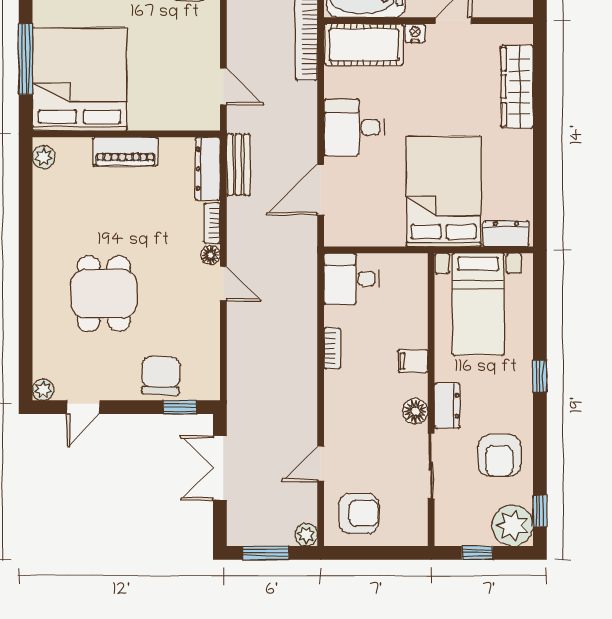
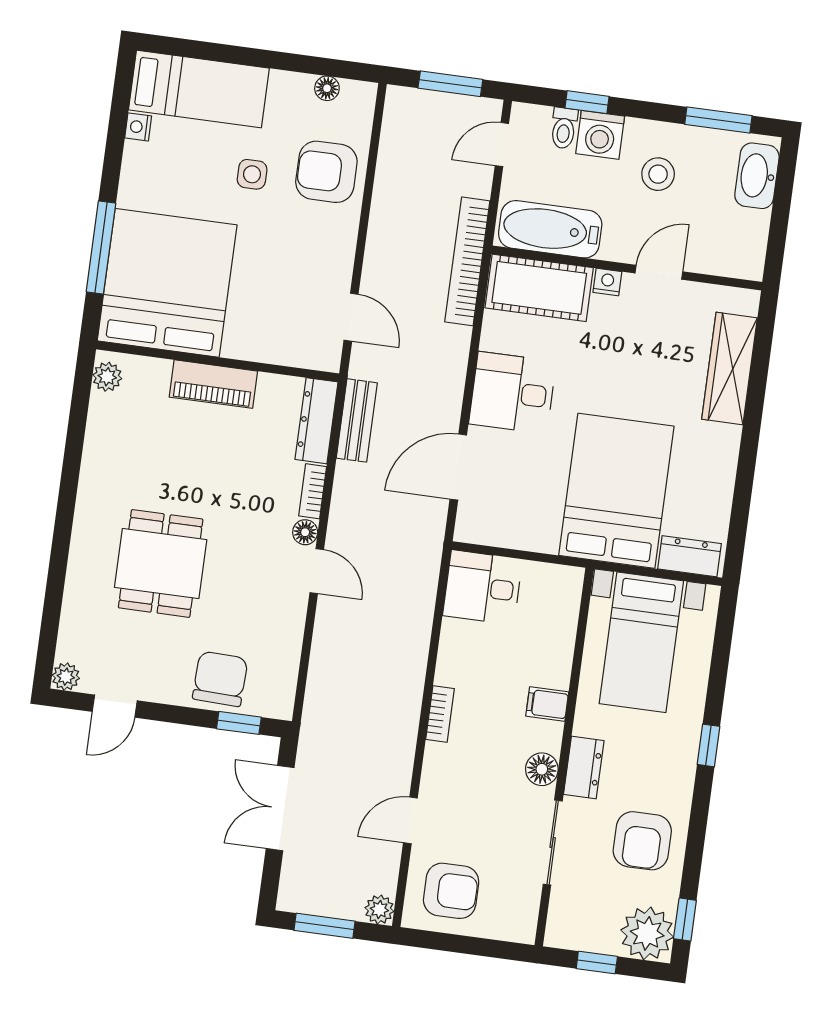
bookcase: (332, 348) -> (440, 714), moved

